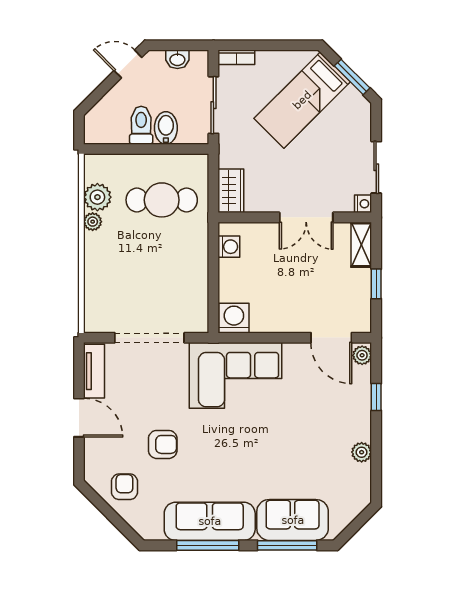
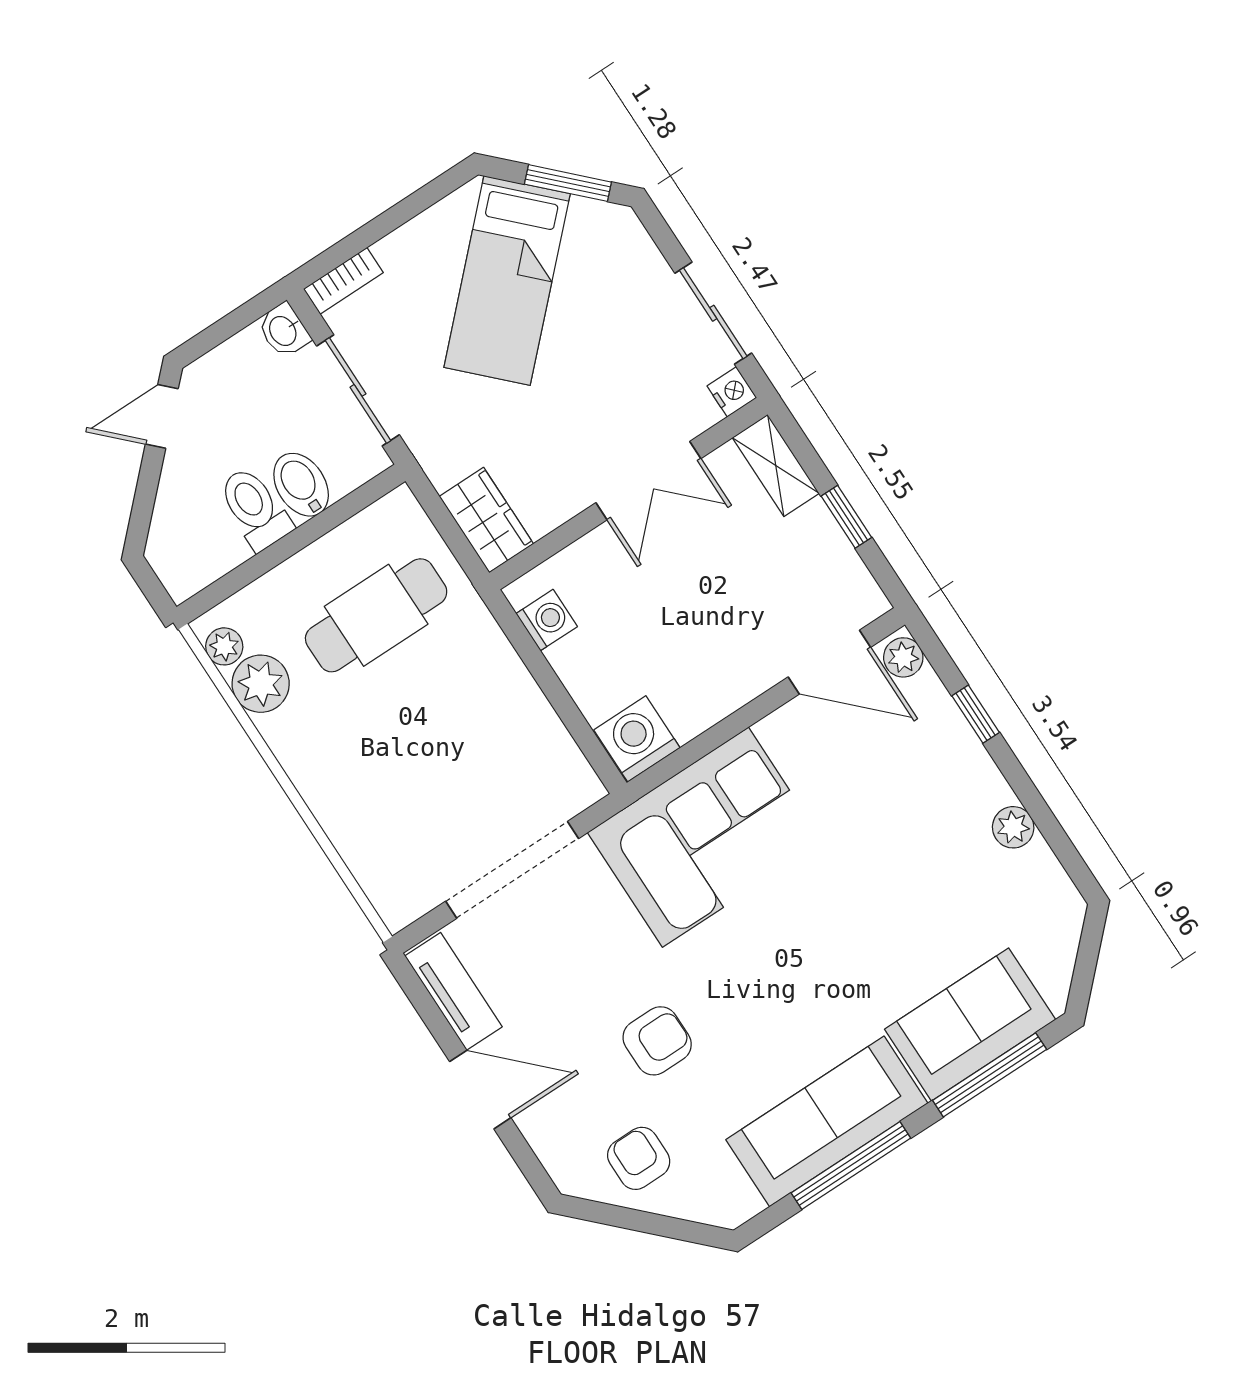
washbasin: (177, 59) -> (284, 330), moved, turned 90
plant: (93, 222) -> (224, 646), moved

